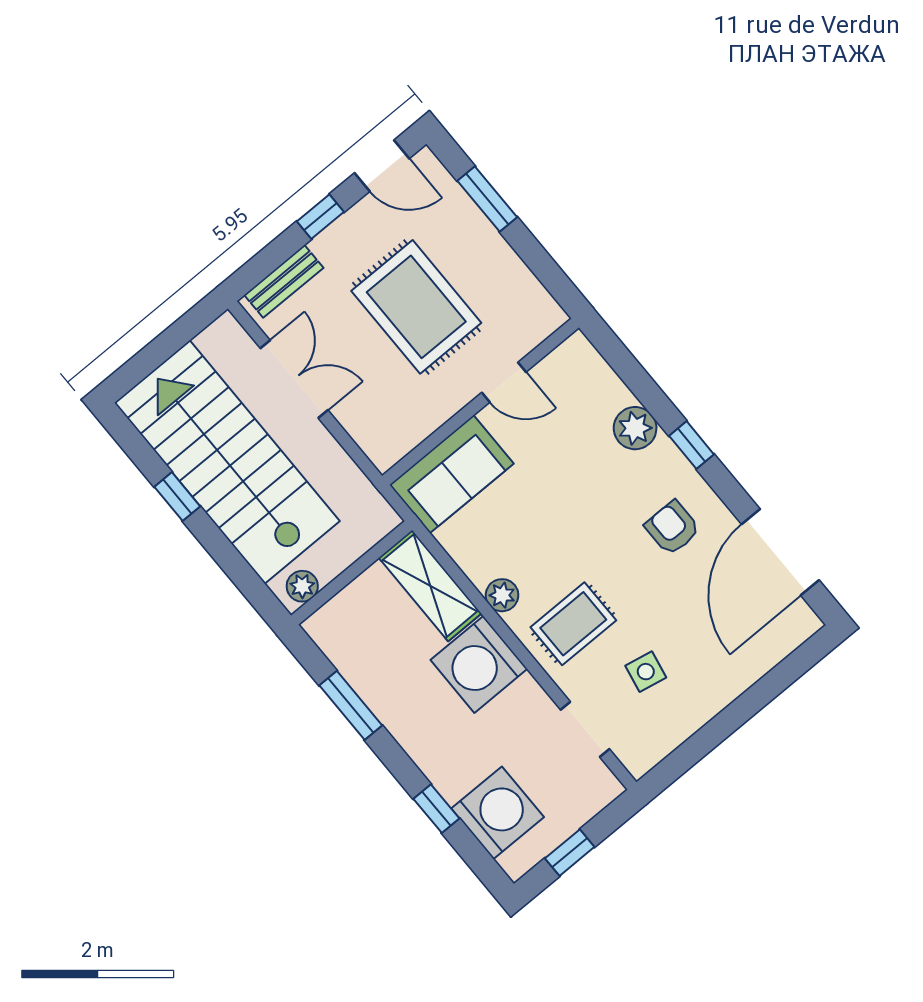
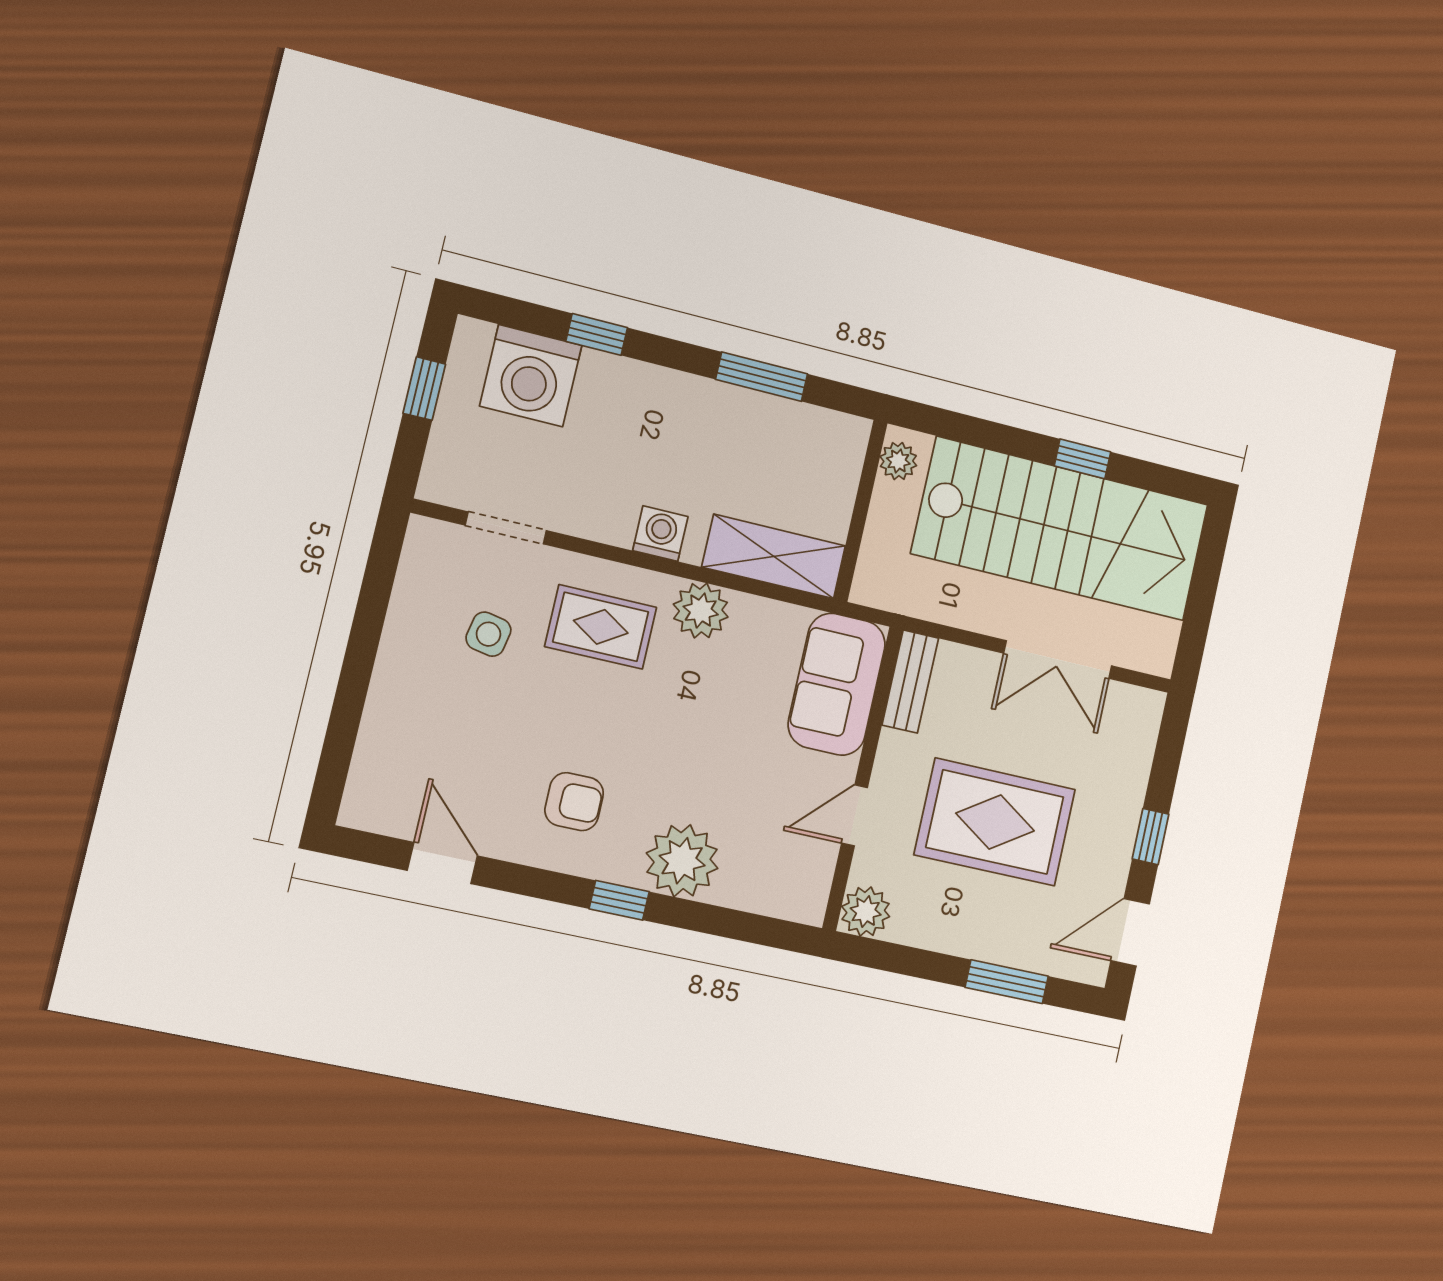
bench: (284, 281) -> (910, 682), moved
plant: (543, 316) -> (866, 912), added
plant: (635, 428) -> (682, 861), width x1.36, depth x1.36
door: (780, 552) -> (442, 863), width x0.53
plant: (502, 595) -> (701, 611), width x1.38, depth x1.38
rug: (573, 624) -> (601, 627), turned 90
washing machine: (479, 664) -> (660, 534), width x0.53, depth x0.53

